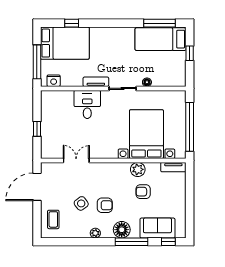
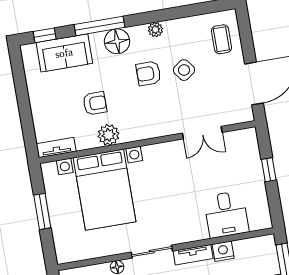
nightstand: (54, 81) -> (223, 251), moved
desk: (87, 104) -> (226, 214), moved
window: (190, 127) -> (42, 211), width x0.47

